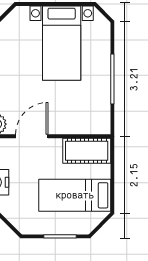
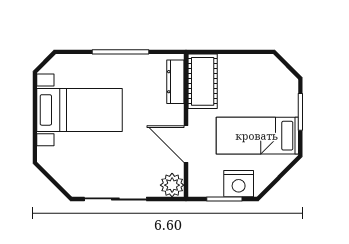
dresser: (86, 127) -> (175, 82), added
bed: (75, 195) -> (257, 136), moved, turned 90

